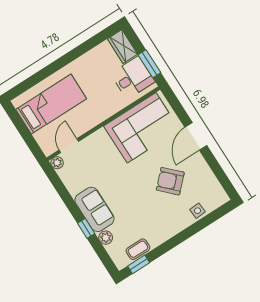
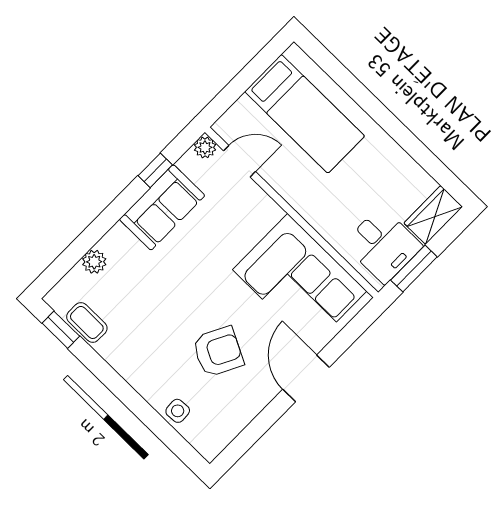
door: (196, 136) -> (306, 378), hinge flipped
armchair: (170, 181) -> (218, 352), turned 72
sofa: (94, 209) -> (162, 207), moved
window: (86, 228) -> (155, 170), moved

